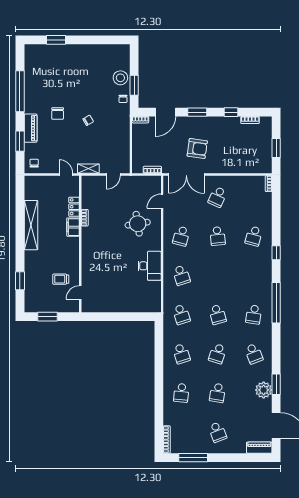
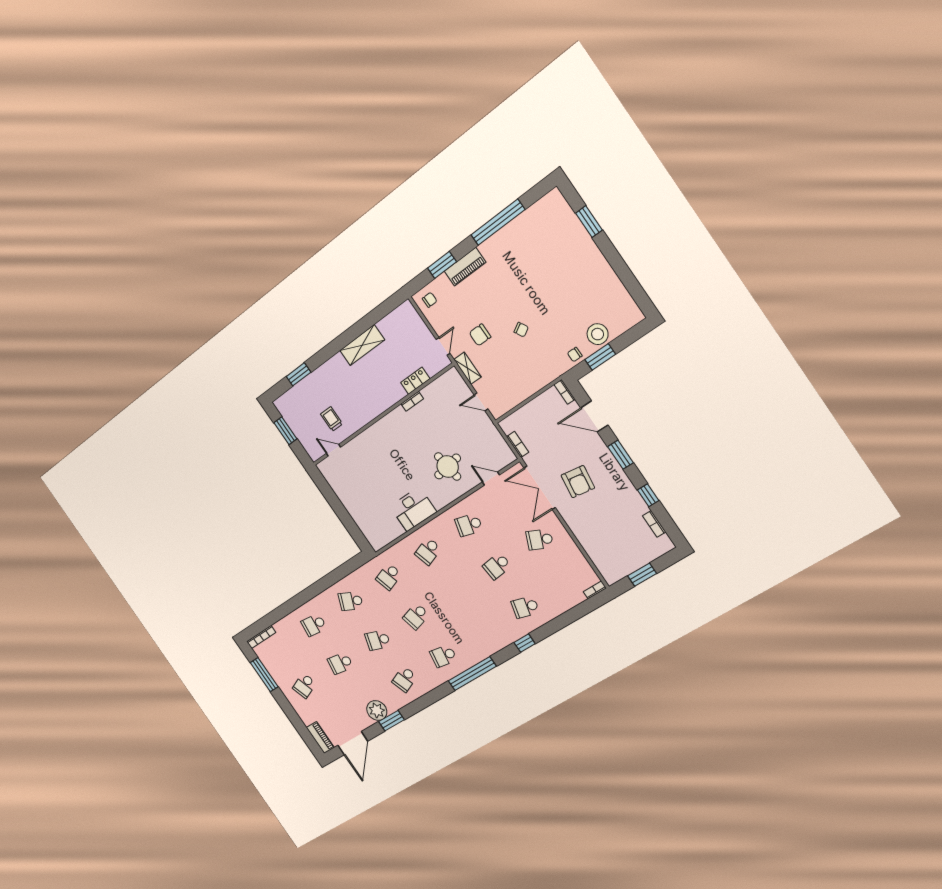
chair: (58, 114) -> (480, 335), moved
shelving: (31, 225) -> (362, 345), width x0.68
filing cabinet: (73, 227) -> (393, 395), removed
school desk: (181, 354) -> (351, 601), turned 42

